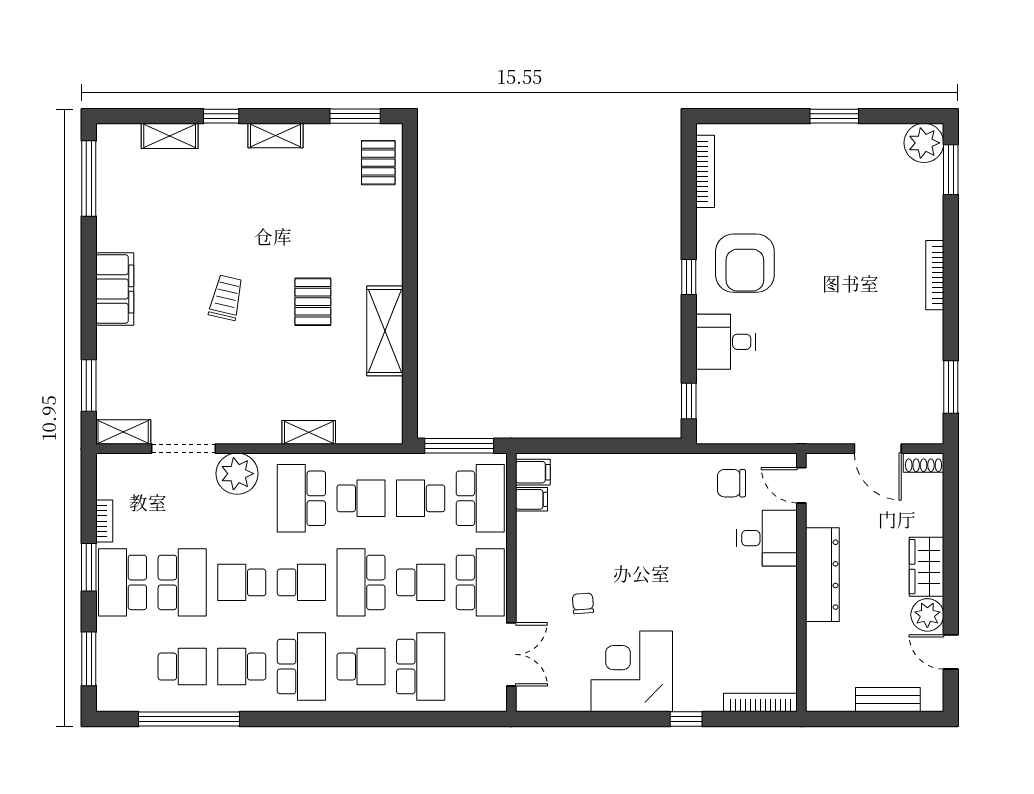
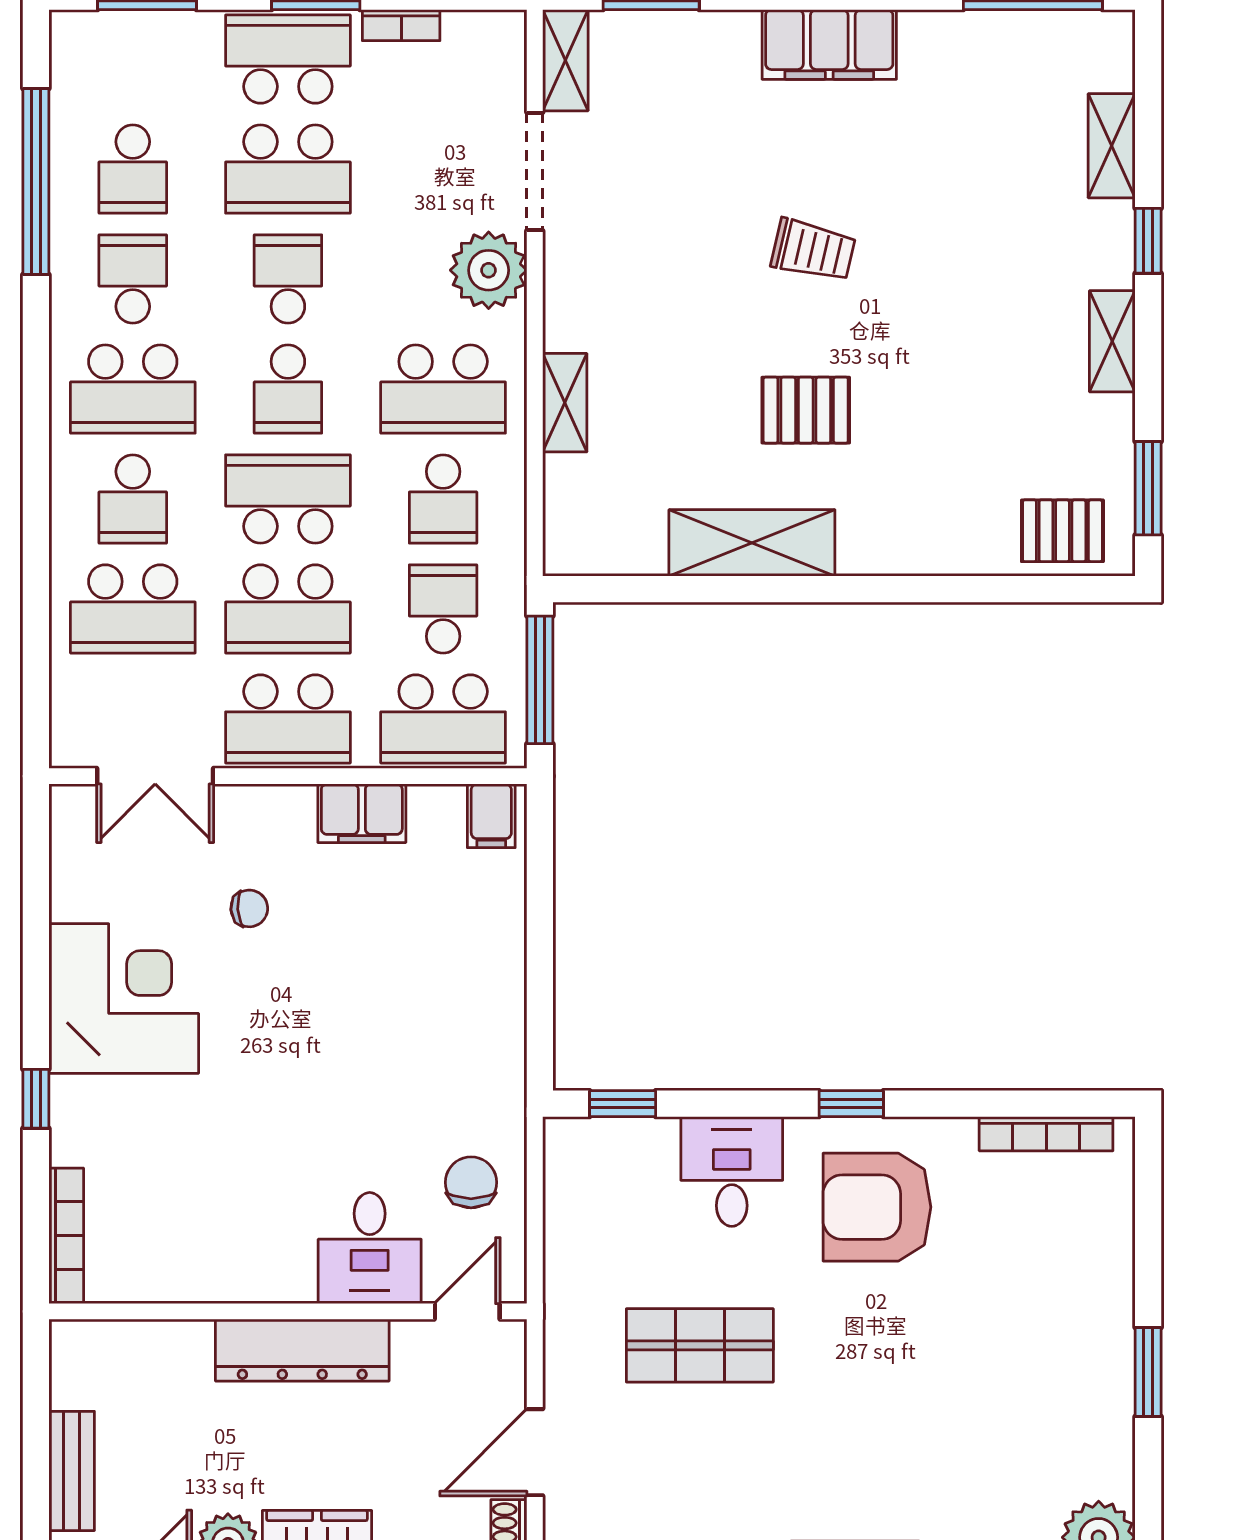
shop shelf: (820, 359) -> (700, 1345), added
school desk: (301, 498) -> (443, 389), turned 180
filing cabinet: (531, 499) -> (362, 813), moved, width x2.00
school desk: (421, 582) -> (288, 609), width x1.85

